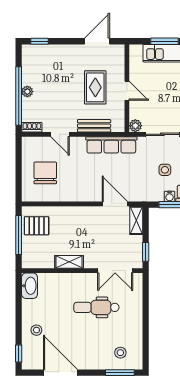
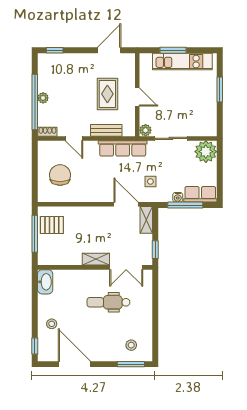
side table: (165, 170) -> (150, 181), moved
shelving: (69, 262) -> (96, 259), moved

